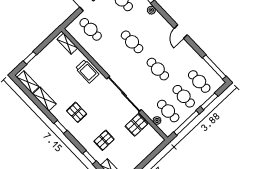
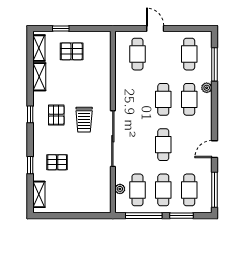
cafe table: (148, 27) -> (189, 99), added
door: (181, 32) -> (214, 149), moved
shelving: (67, 44) -> (105, 47), removed
trolley: (87, 71) -> (84, 120), moved
pallet: (136, 125) -> (72, 51), moved

